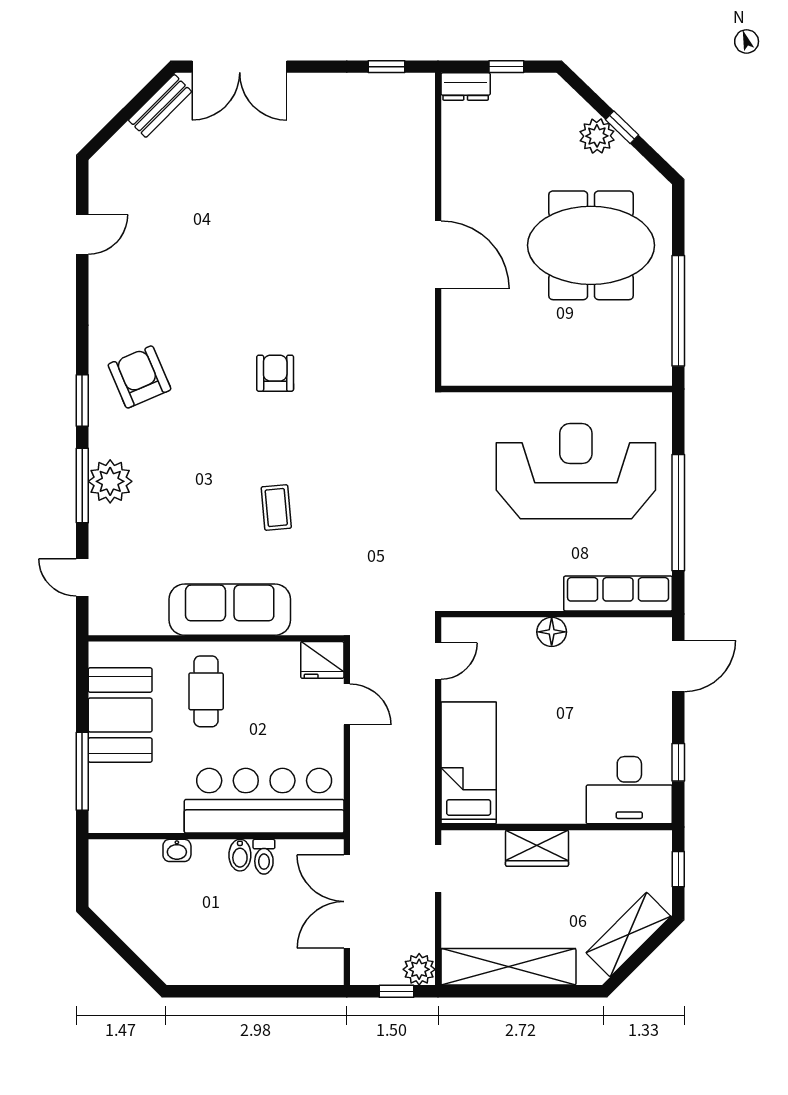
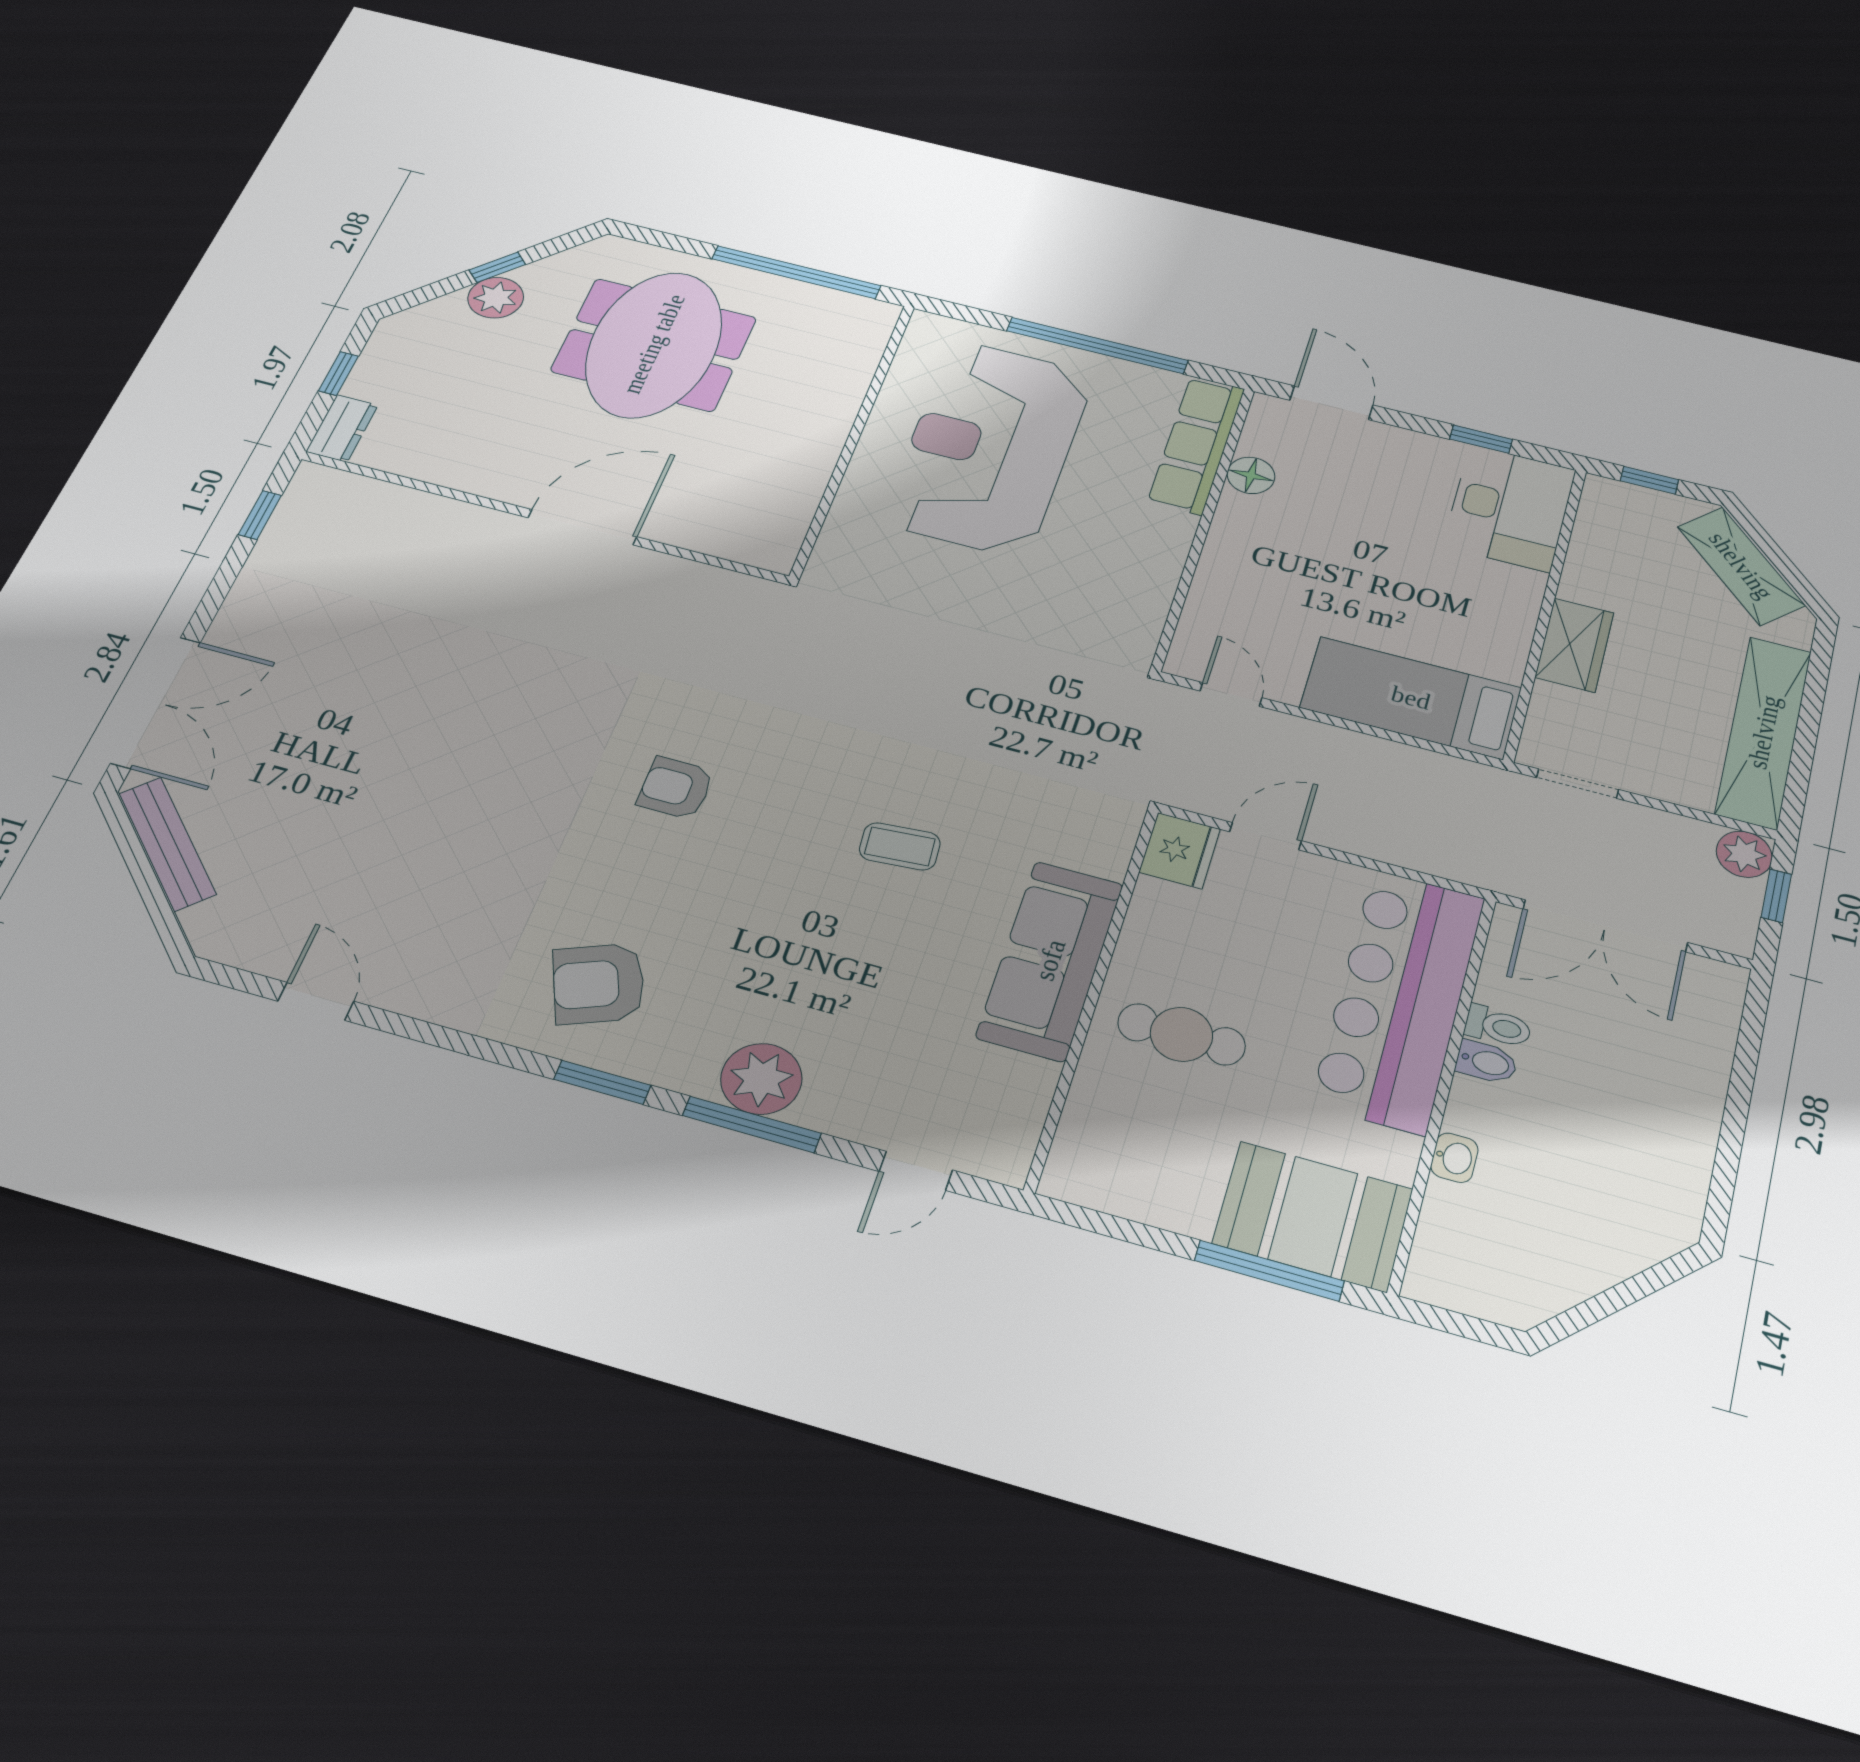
bench: (160, 106) -> (167, 844), width x1.36
floor lamp: (552, 632) -> (1251, 475), moved
booth: (120, 715) -> (1313, 1216), moved

